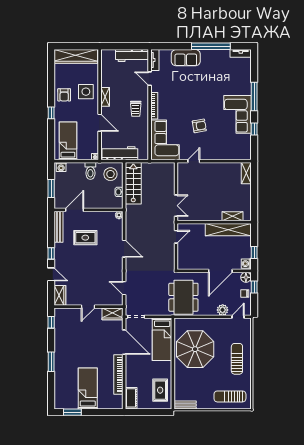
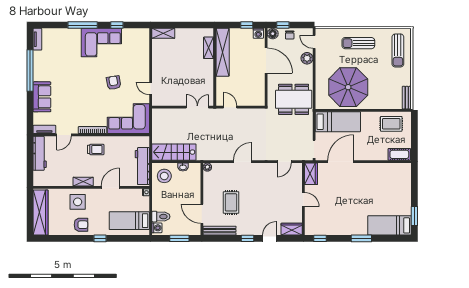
toilet: (90, 171) -> (161, 217), moved
bookcase: (118, 375) -> (375, 168), removed
bed: (88, 388) -> (389, 225), moved

